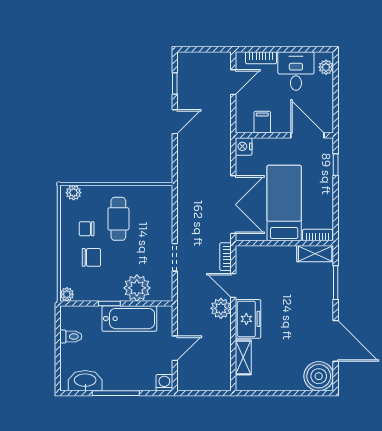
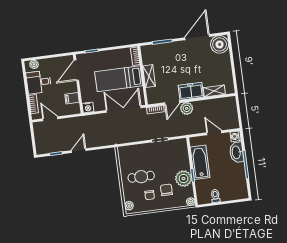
door: (175, 122) -> (79, 151), hinge flipped
shelving: (315, 254) -> (149, 76), moved
plant: (137, 288) -> (184, 179), moved
washbasin: (85, 381) -> (237, 152), moved

